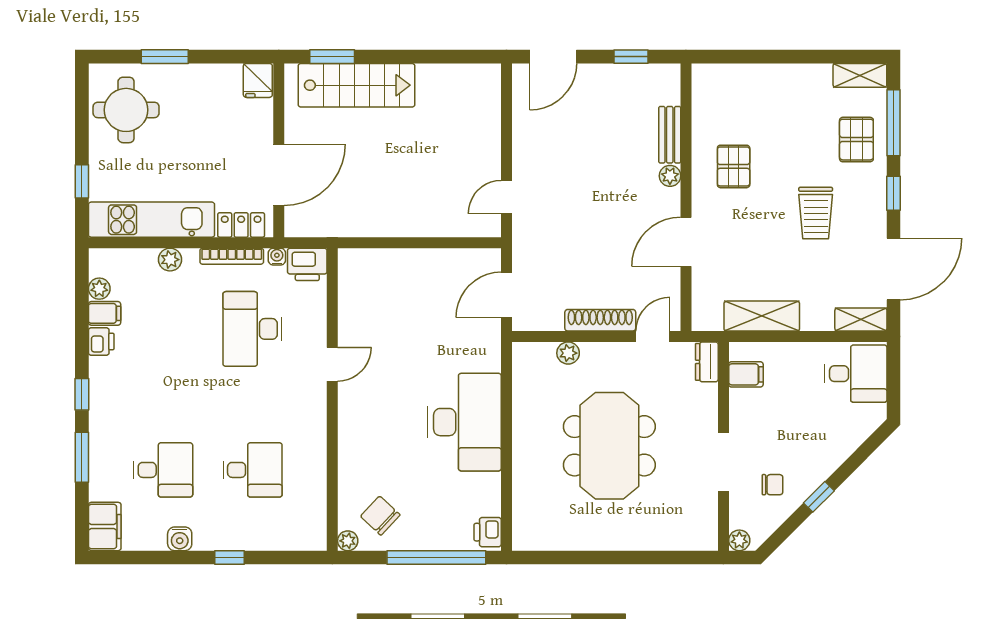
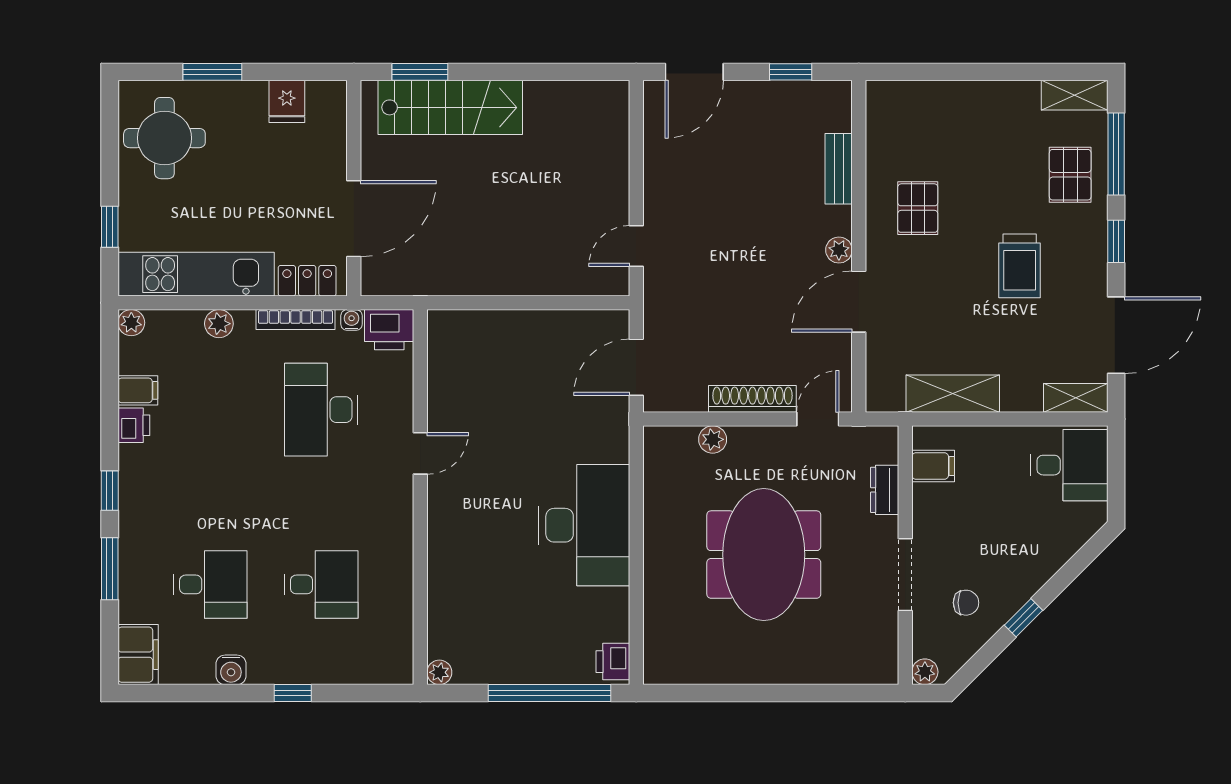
fridge: (258, 80) -> (287, 101), moved
plant: (670, 176) -> (839, 250), moved
plant: (99, 289) -> (131, 323), moved
dresser: (707, 362) -> (885, 490), moved
chair: (380, 516) -> (480, 641), removed

